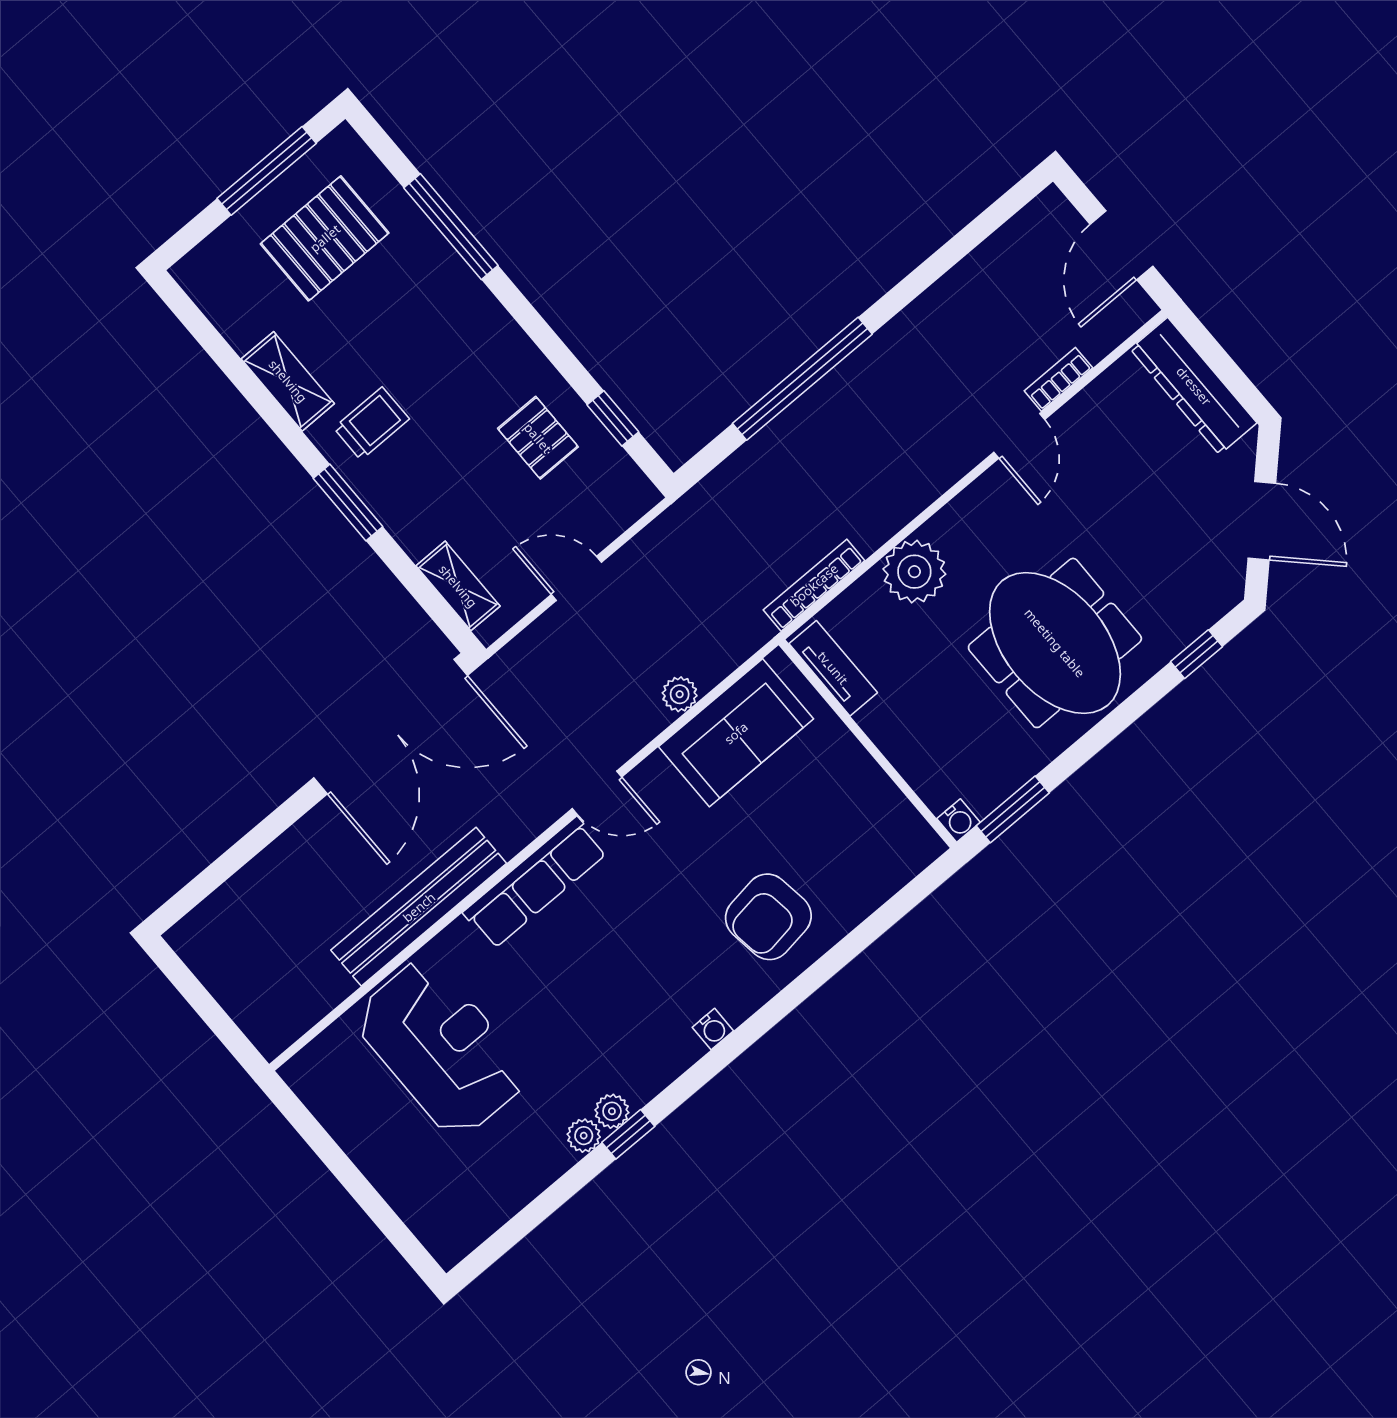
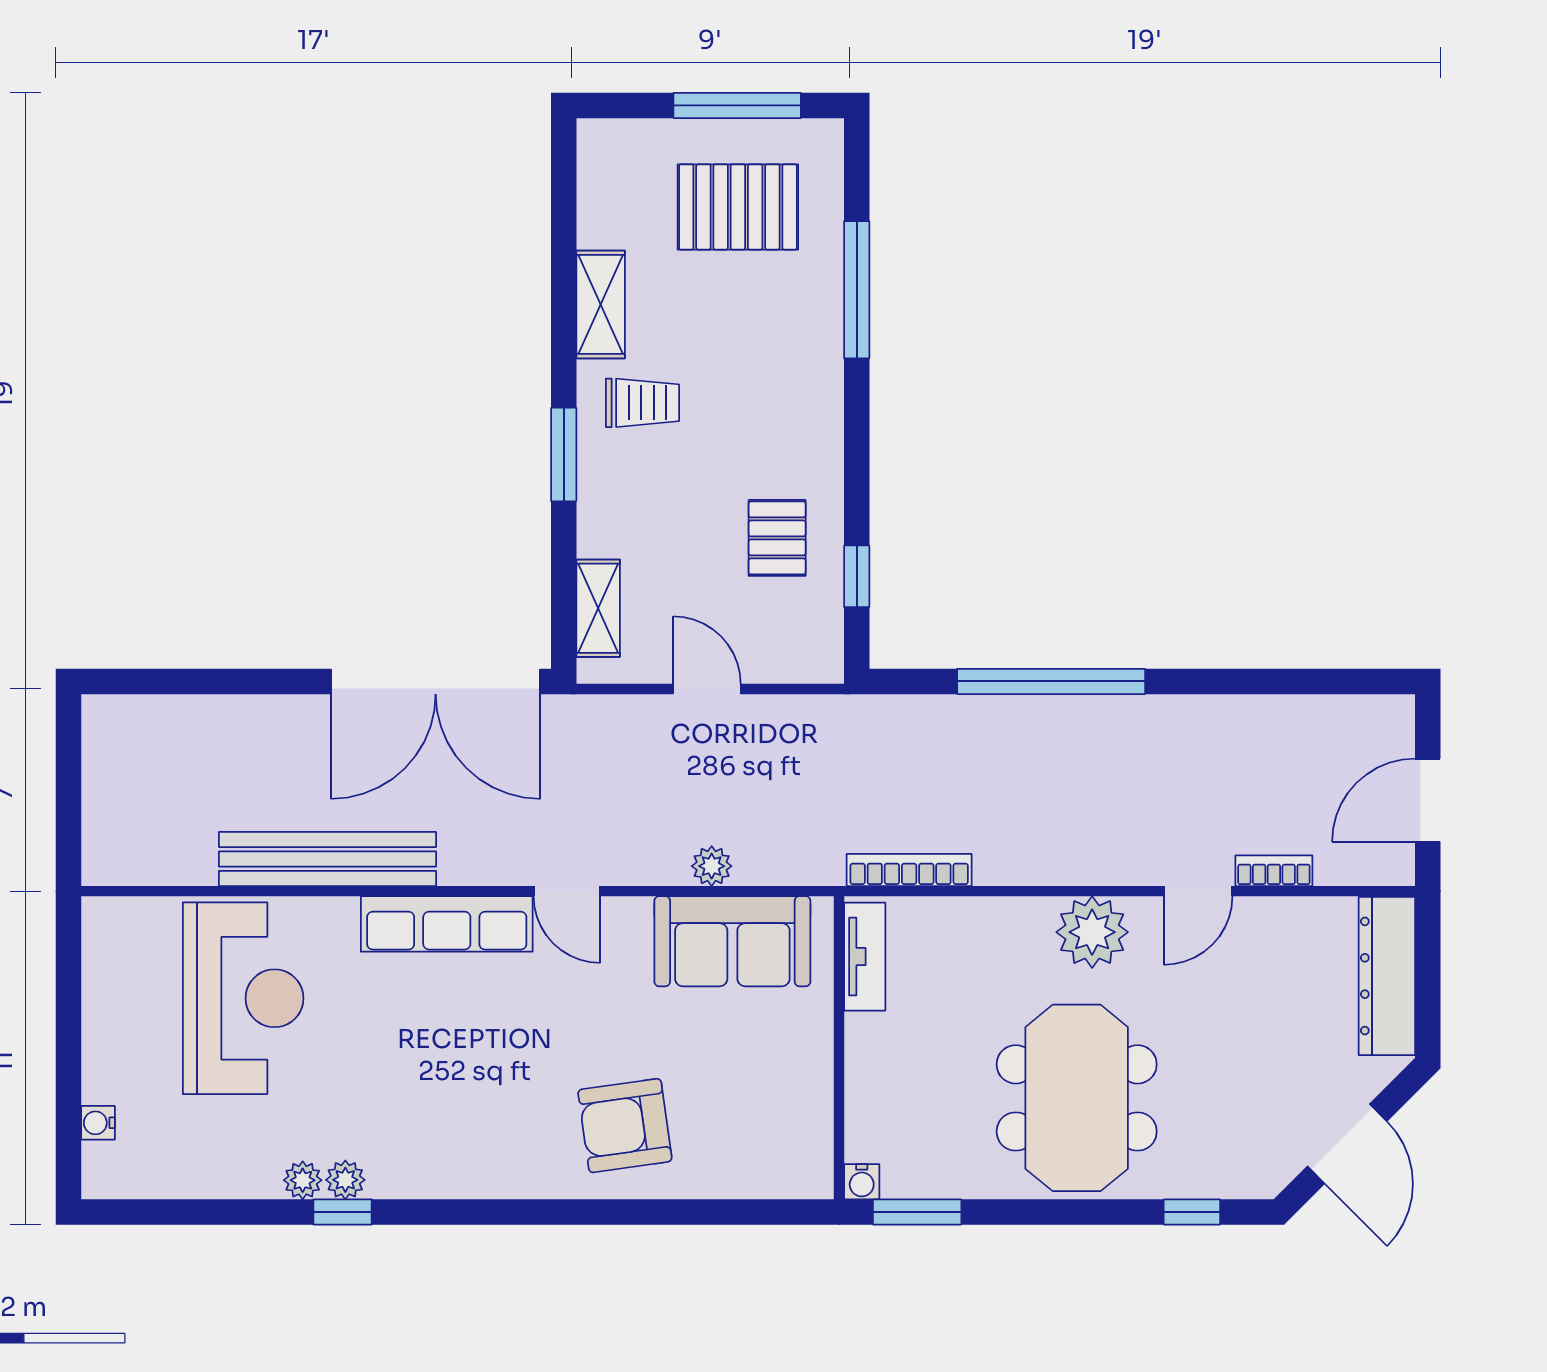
plant: (914, 572) -> (1092, 932), moved
water cooler: (713, 1029) -> (98, 1123), moved, turned 90

